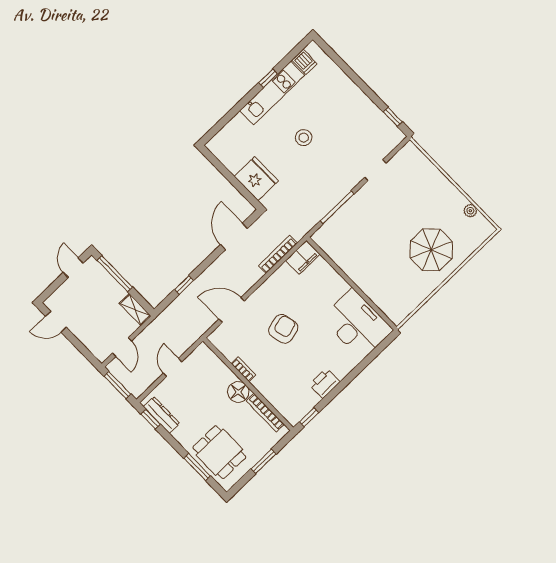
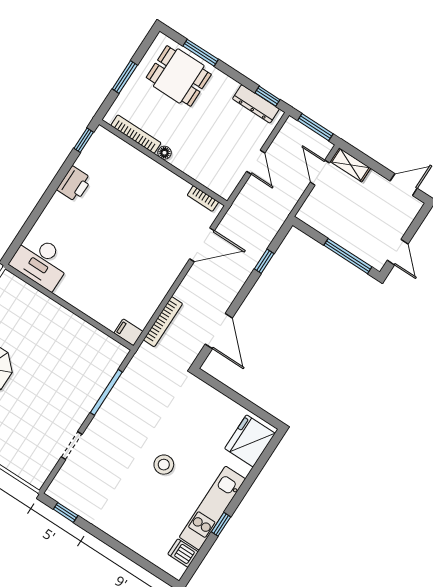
fridge: (256, 179) -> (250, 441), moved, turned 90
filing cabinet: (303, 257) -> (128, 332), width x0.50
shelving: (135, 310) -> (350, 165), moved
desk: (357, 324) -> (41, 262), width x0.73, depth x0.77
armchair: (283, 329) -> (137, 236), removed
bookcase: (243, 369) -> (203, 199), moved
floor lamp: (238, 392) -> (164, 153), width x0.53, depth x0.53

